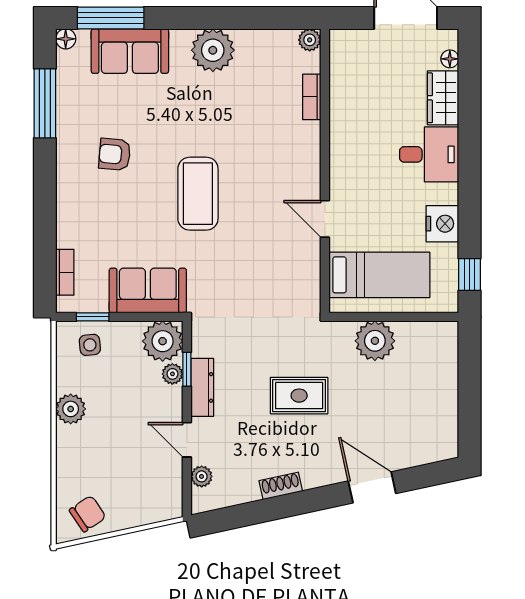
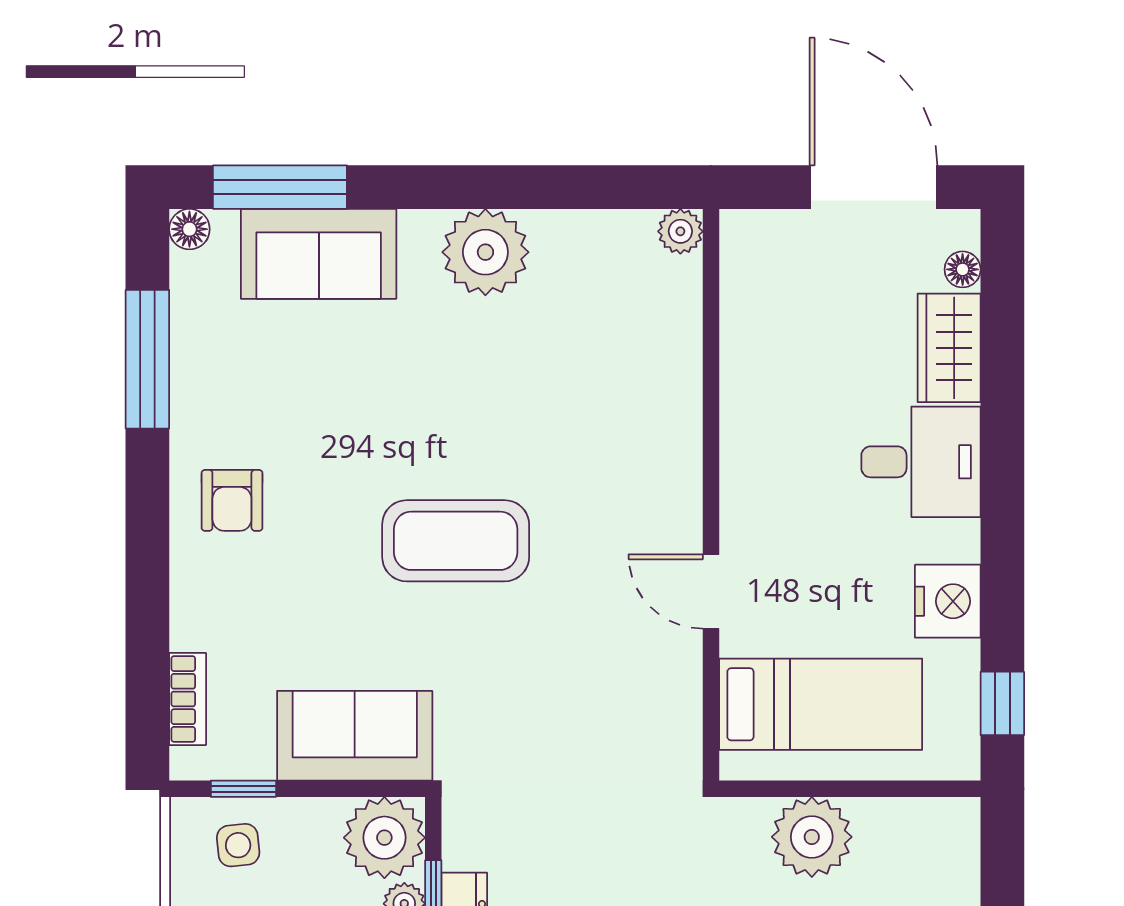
bookcase: (312, 97) -> (684, 346), removed
armchair: (115, 154) -> (232, 500), moved, turned -95
coffee table: (198, 194) -> (456, 541), turned 90

